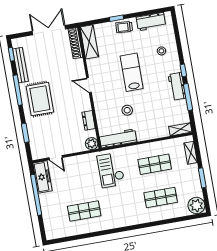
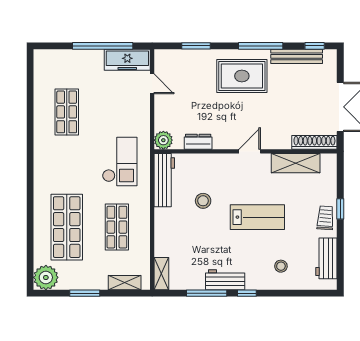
shelving: (89, 42) -> (296, 163), moved
door: (56, 158) -> (152, 84), swing flipped
checkout: (111, 170) -> (120, 161), turned 90
shop shelf: (161, 198) -> (67, 227), width x1.43, depth x1.36

